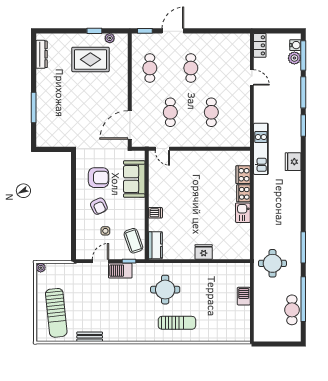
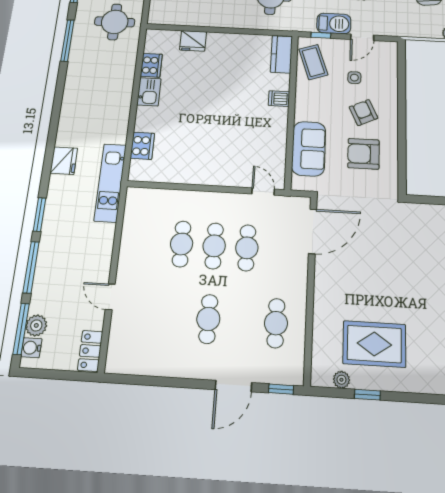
cafe table: (191, 112) -> (214, 246), added
cooker: (243, 193) -> (151, 65), moved
fridge: (204, 252) -> (193, 41), moved

